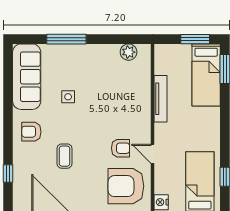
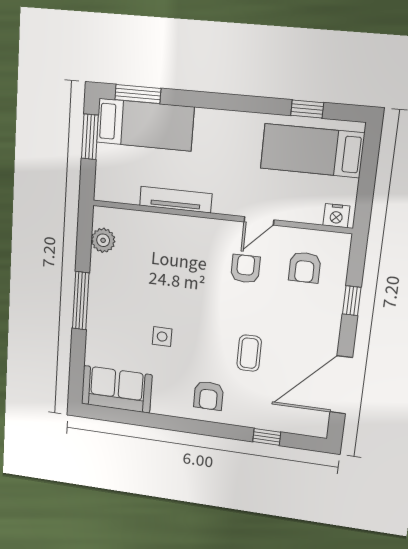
window: (66, 39) -> (81, 301), moved
sofa: (27, 77) -> (117, 389), width x0.73
coffee table: (64, 156) -> (249, 353), turned 90
armchair: (126, 186) -> (305, 267), width x0.53, depth x0.53

